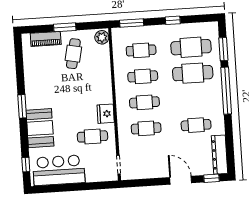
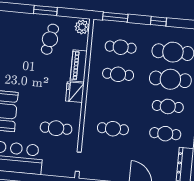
piano: (46, 39) -> (79, 66), moved, turned 90
cafe table: (144, 102) -> (168, 106), moved
fridge: (106, 114) -> (75, 92), moved

